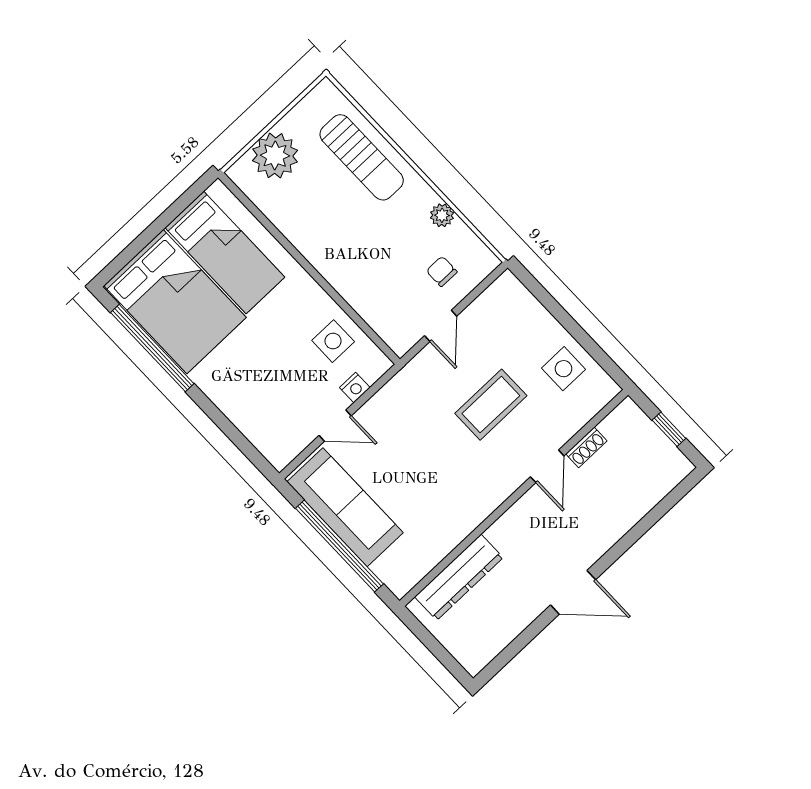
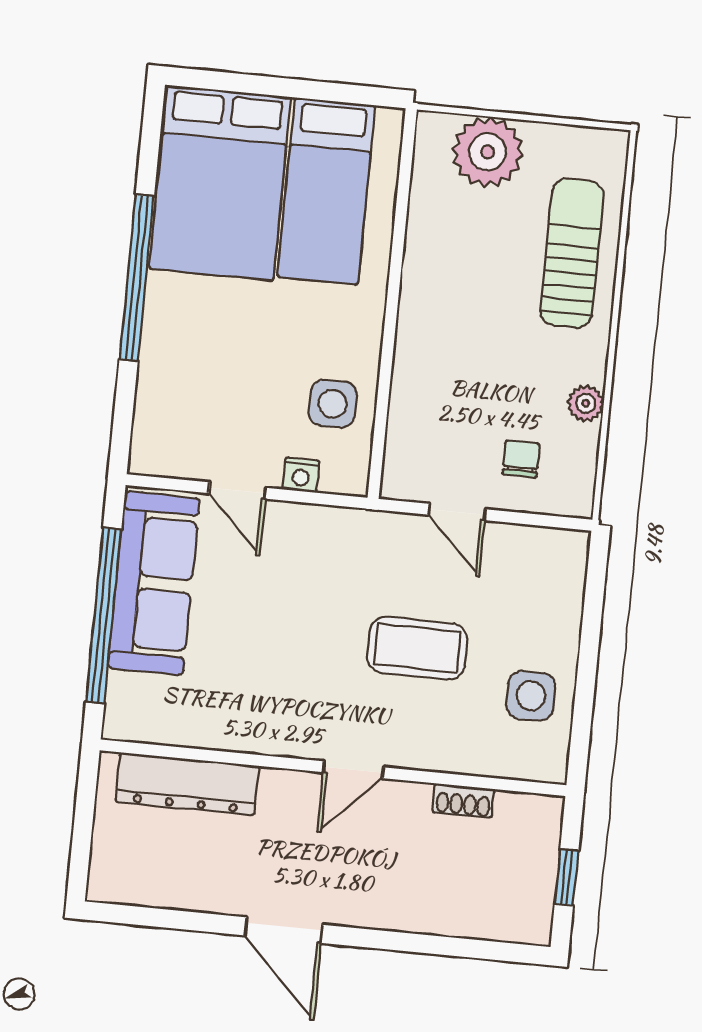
sun lounger: (362, 157) -> (572, 253), turned 180
door: (441, 326) -> (457, 512), hinge flipped
window: (152, 348) -> (137, 278), moved
door: (547, 466) -> (353, 770), moved

